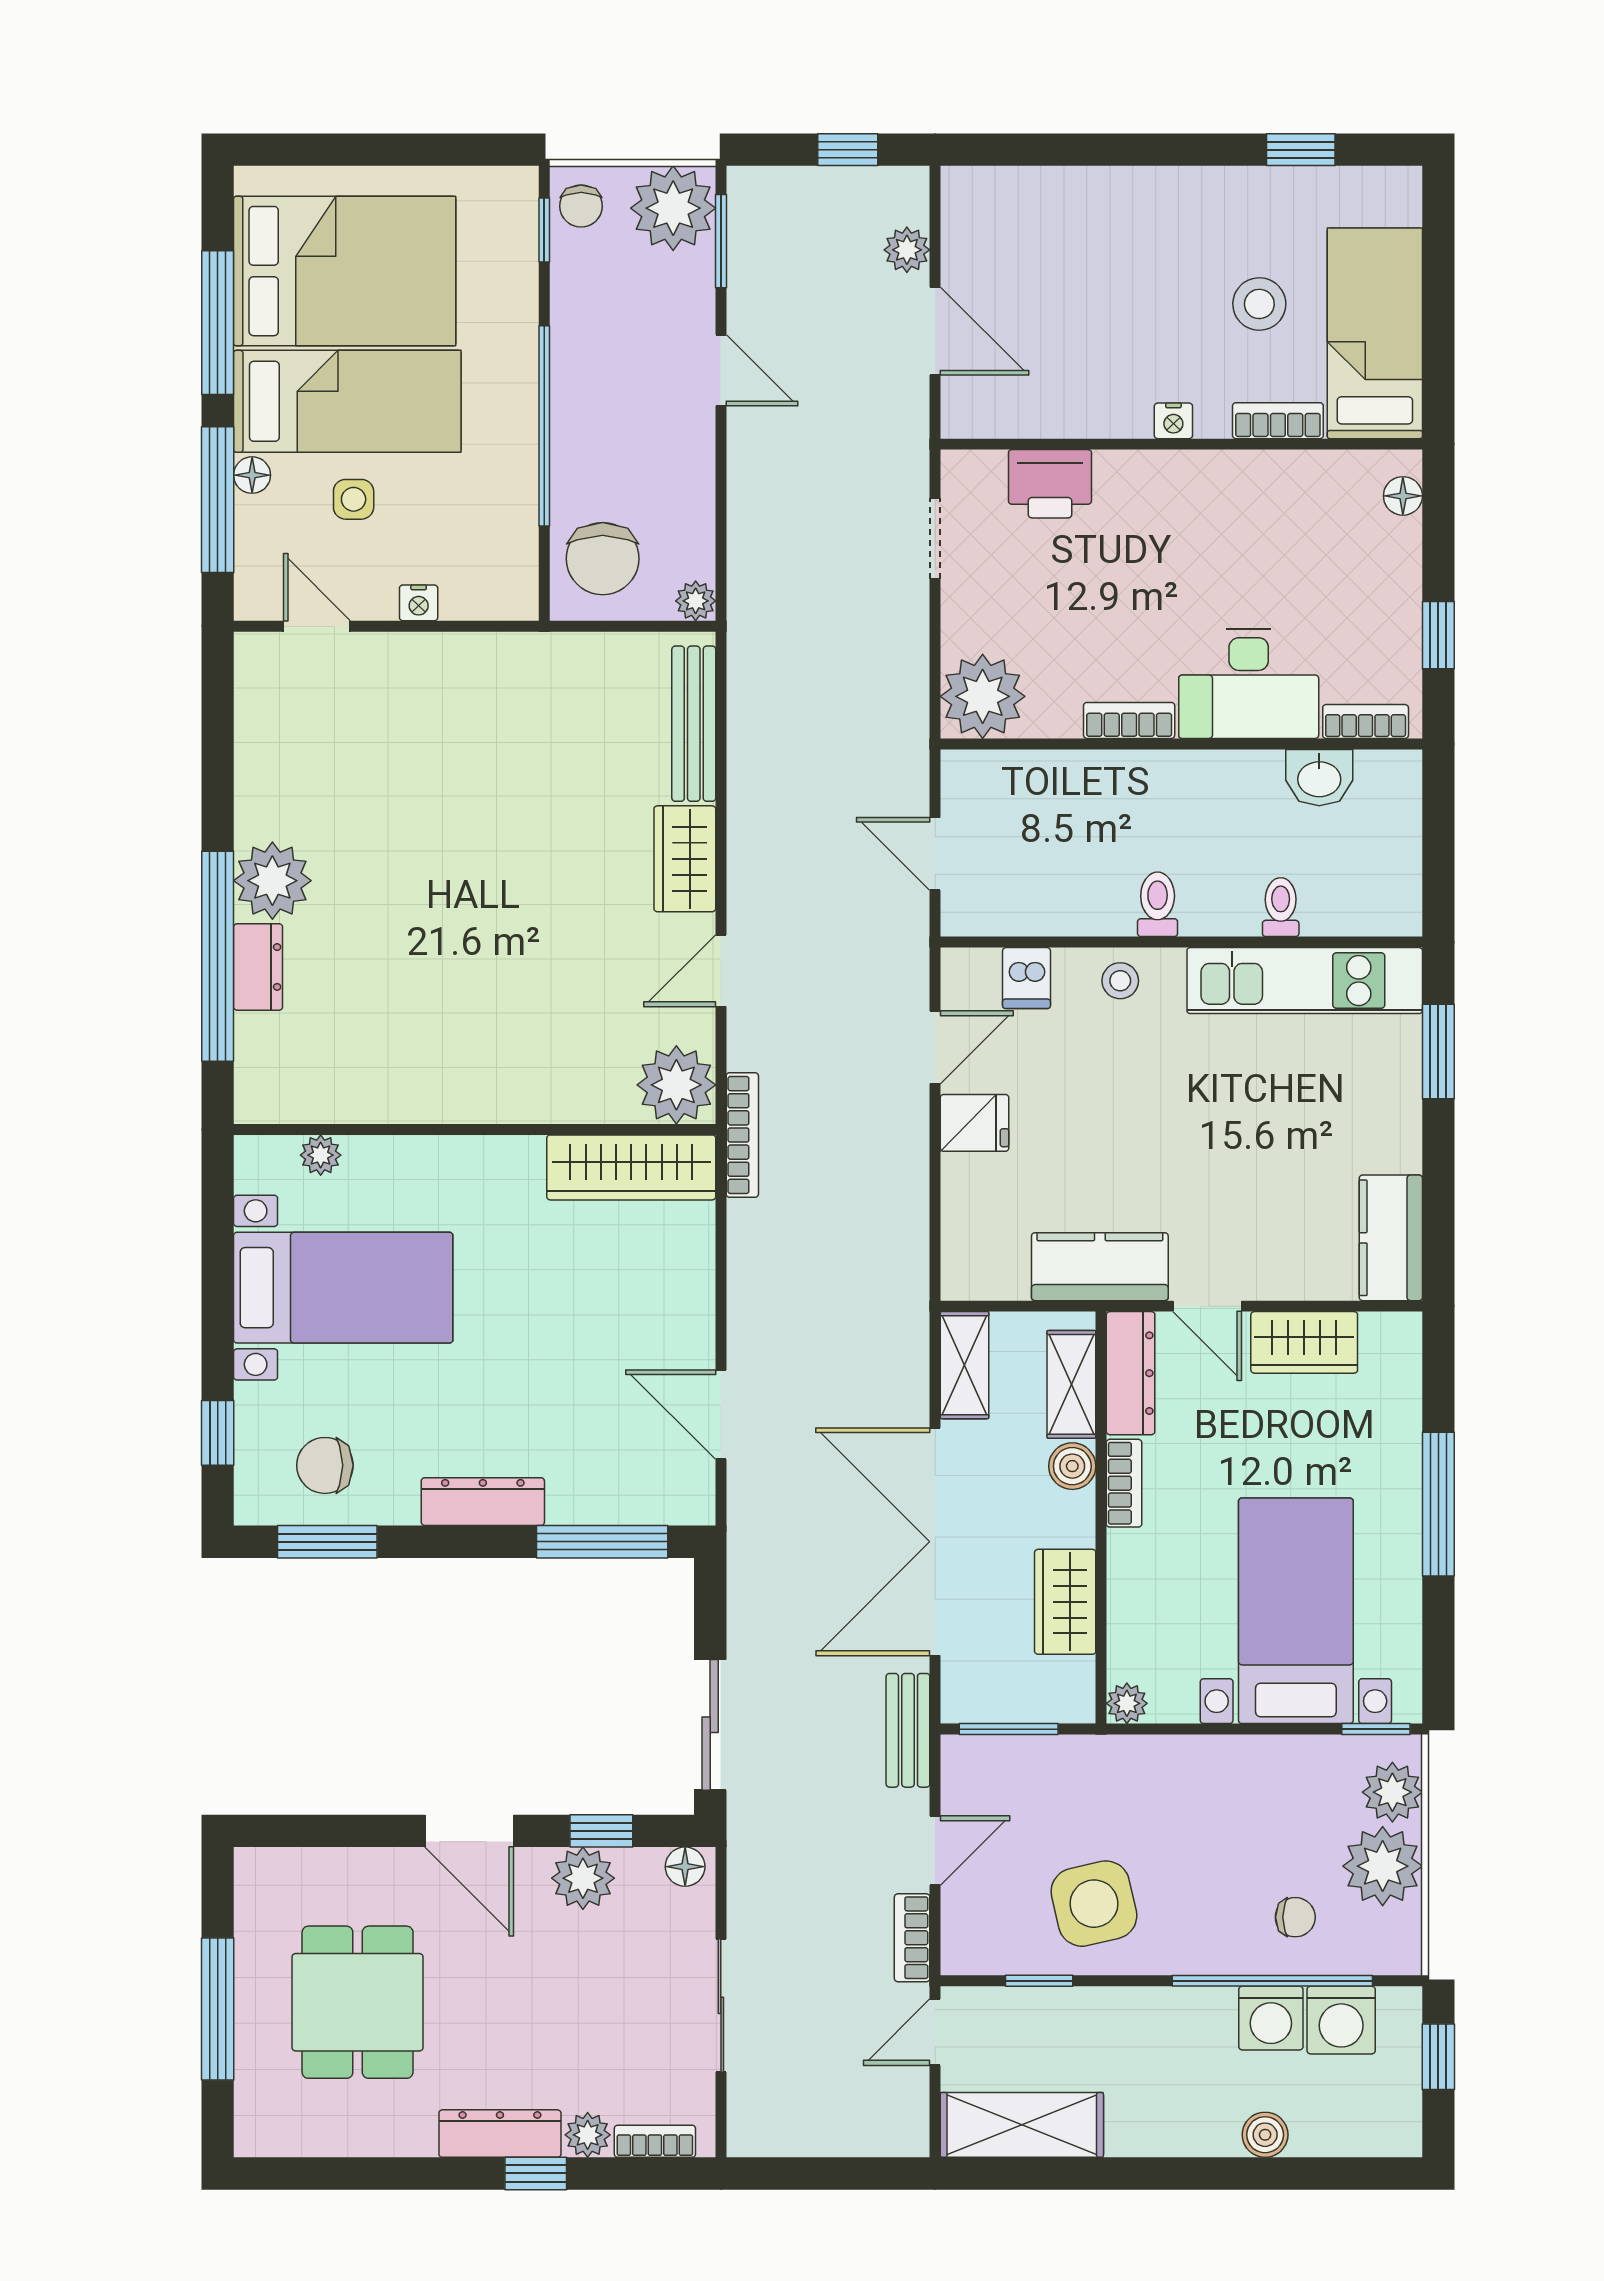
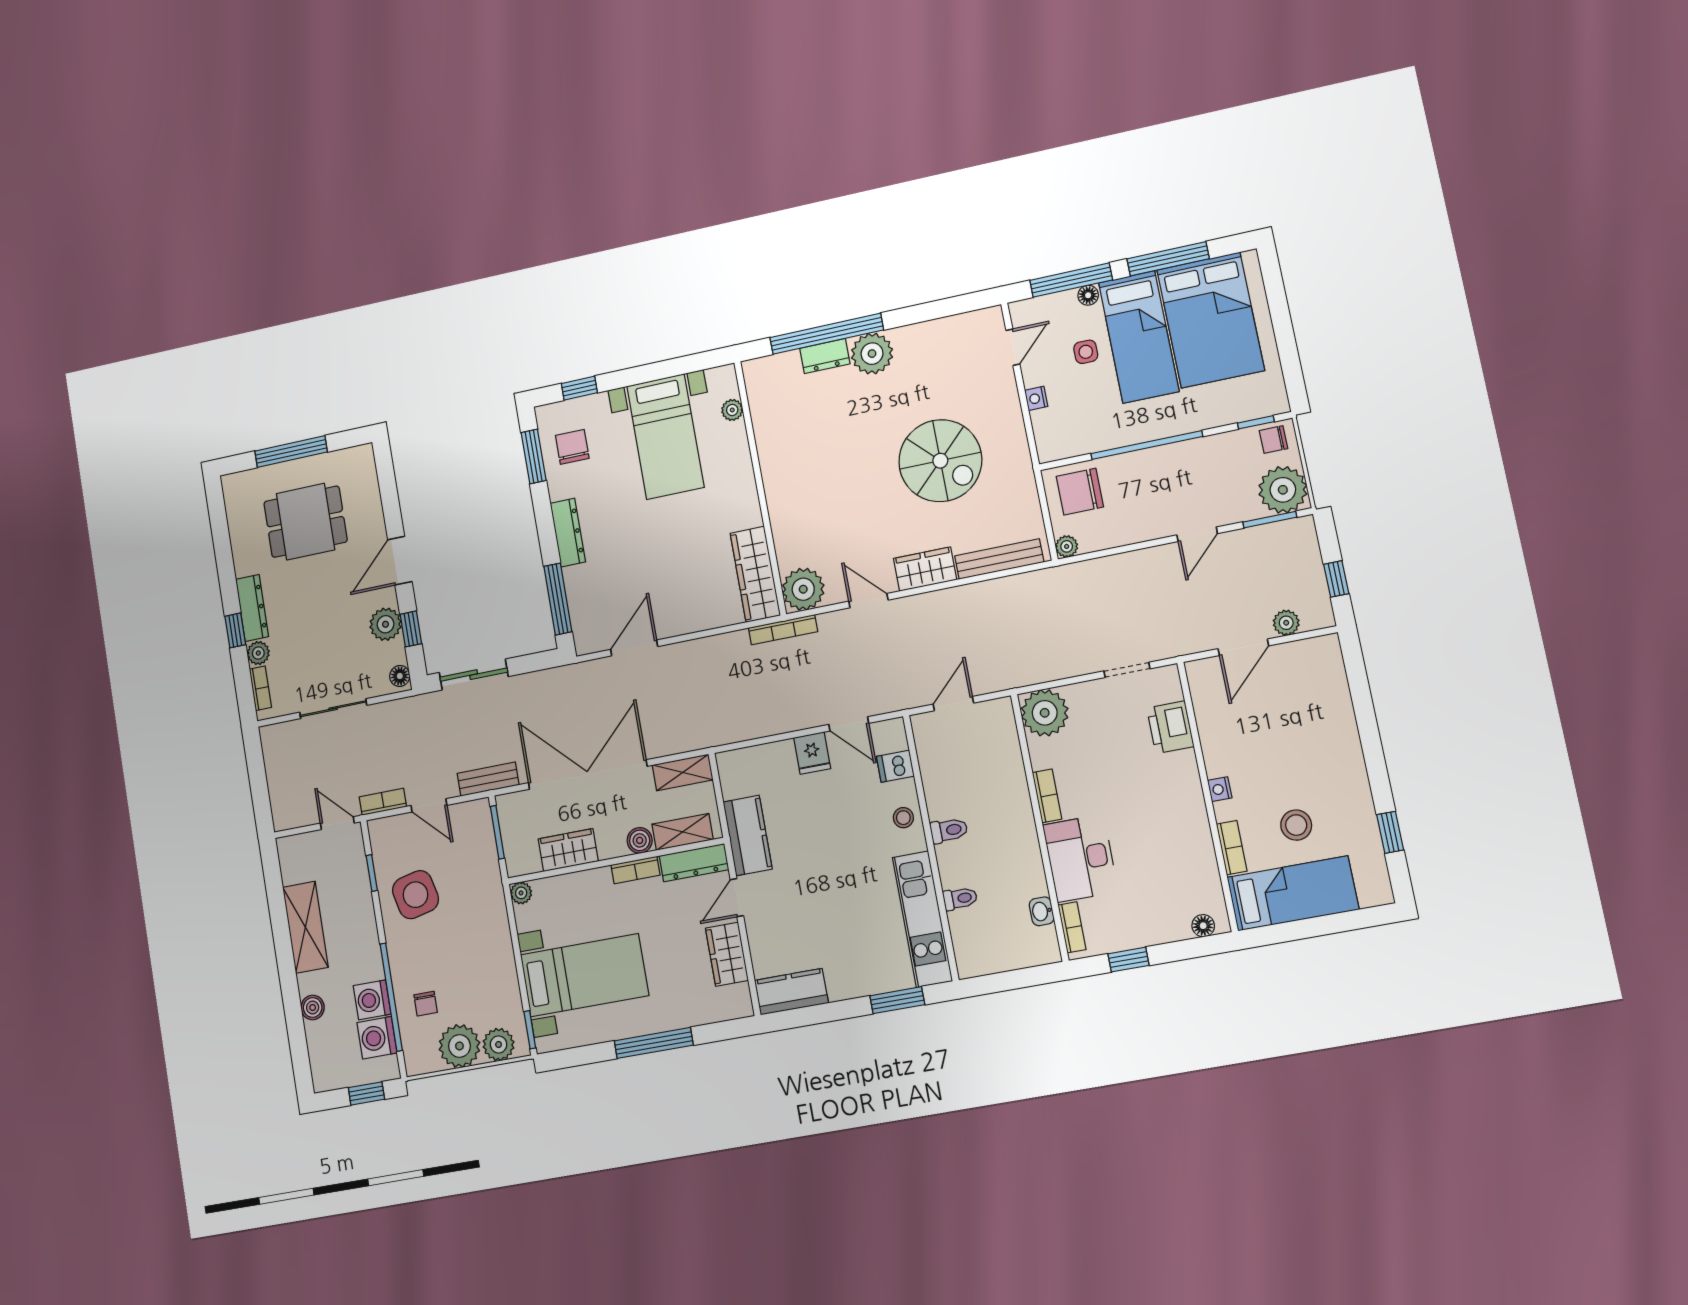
washbasin: (1319, 778) -> (1042, 911), width x0.72, depth x0.69
spiral stairs: (495, 794) -> (940, 461), added
shelving: (1022, 2125) -> (305, 927), moved

